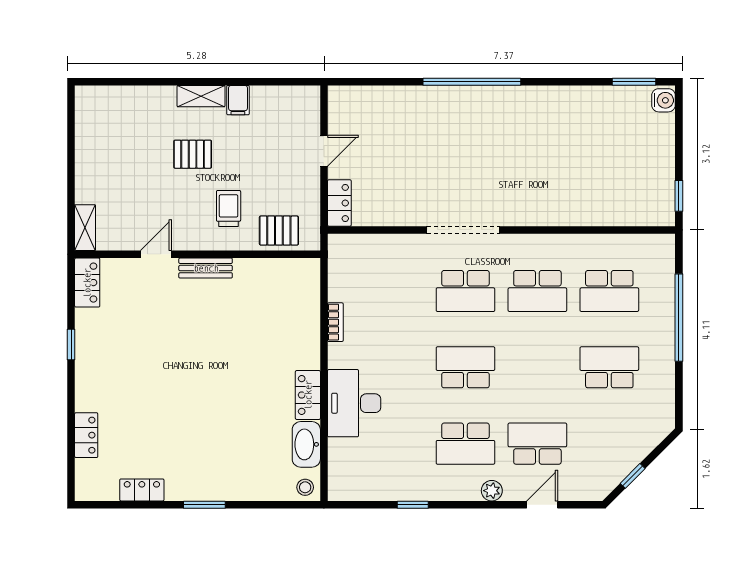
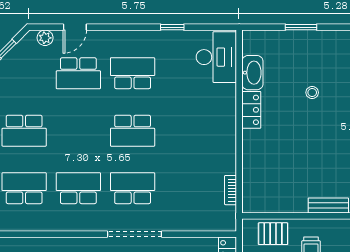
bookcase: (335, 322) -> (231, 190), moved
desk: (354, 403) -> (216, 57), moved
stool: (305, 487) -> (312, 92), moved
plant: (492, 491) -> (45, 38), moved
window: (204, 505) -> (301, 27), moved

